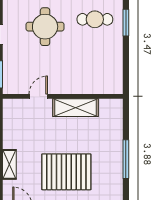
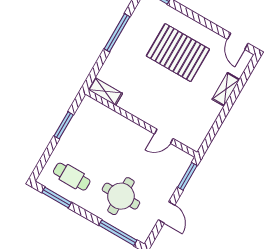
window: (126, 23) -> (64, 125), moved
shelving: (76, 108) -> (105, 91), moved, width x0.67, depth x0.75

